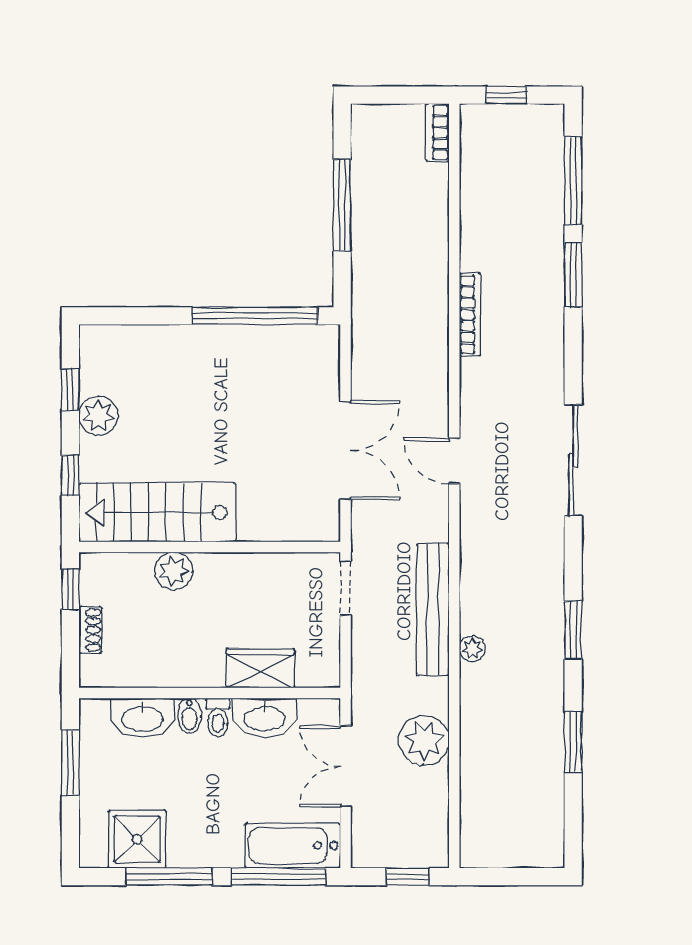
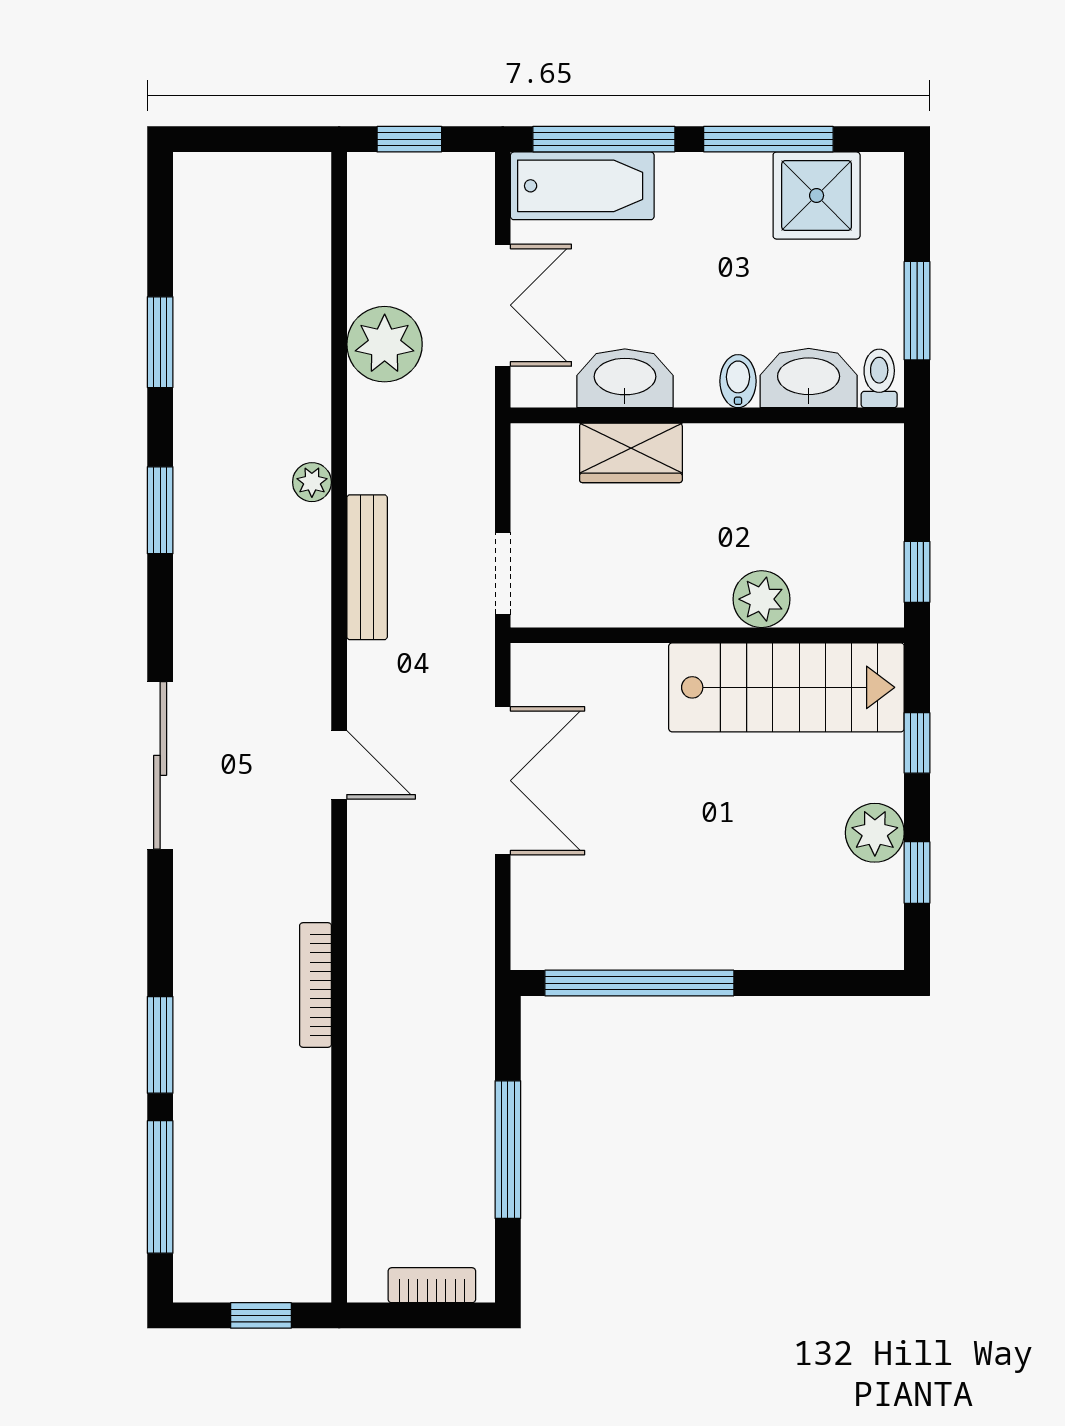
bookcase: (438, 133) -> (432, 1285), moved, turned -90
double door: (346, 450) -> (503, 781), swing flipped
bench: (433, 610) -> (367, 567), width x0.73, depth x0.82
shoe rack: (90, 630) -> (887, 510), removed
toilet: (218, 718) -> (879, 378), moved

